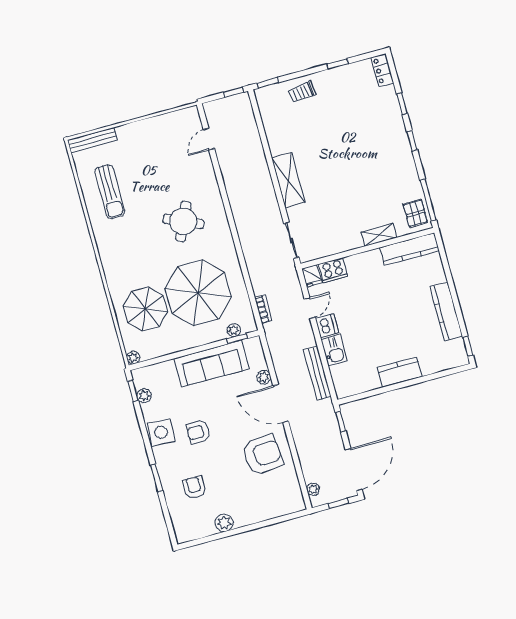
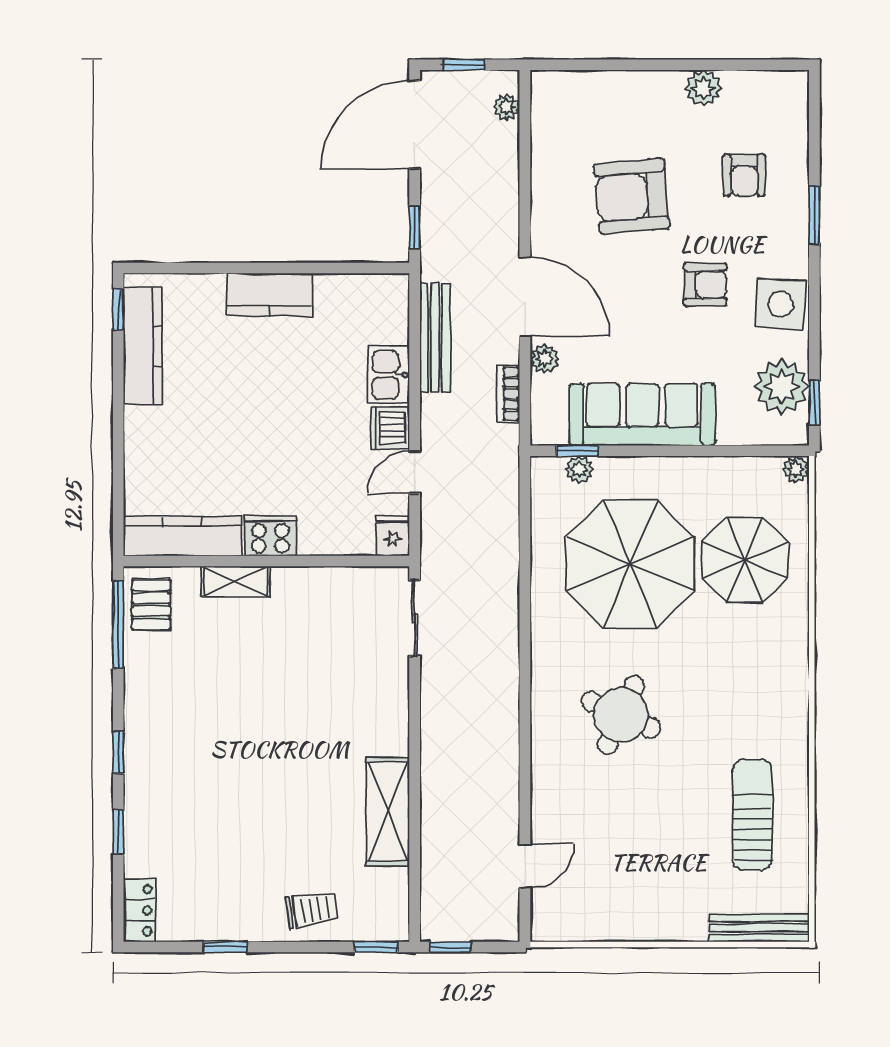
shelving: (288, 180) -> (388, 811), moved
cooker: (333, 270) -> (270, 536), moved
bookcase: (263, 309) -> (508, 394), moved
kitchen counter: (446, 311) -> (143, 346), moved
plant: (144, 396) -> (782, 387), width x1.87, depth x1.87
armchair: (262, 455) -> (632, 196), moved

